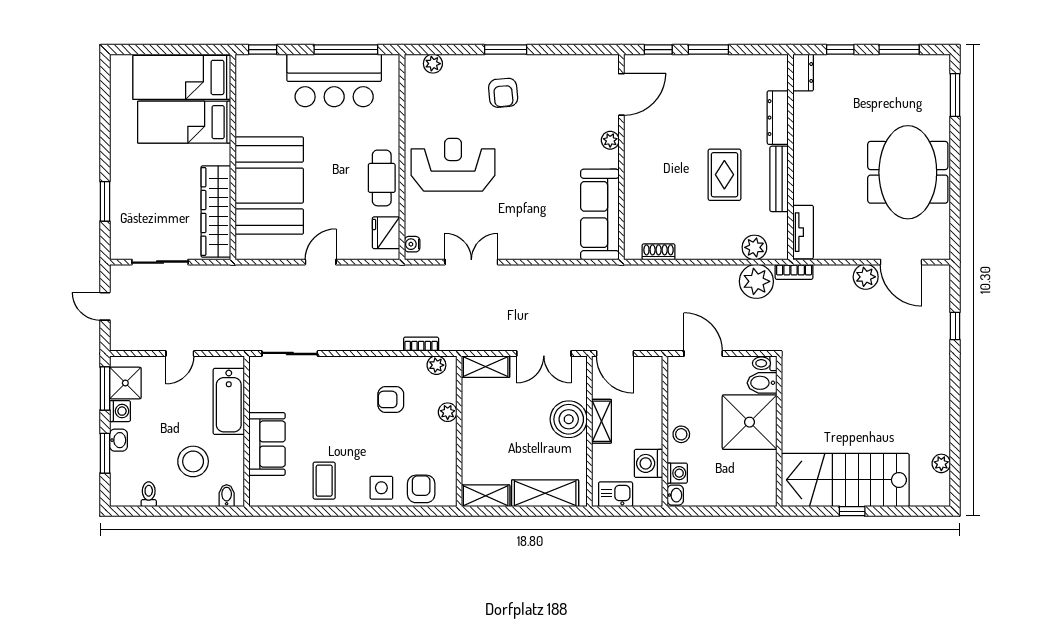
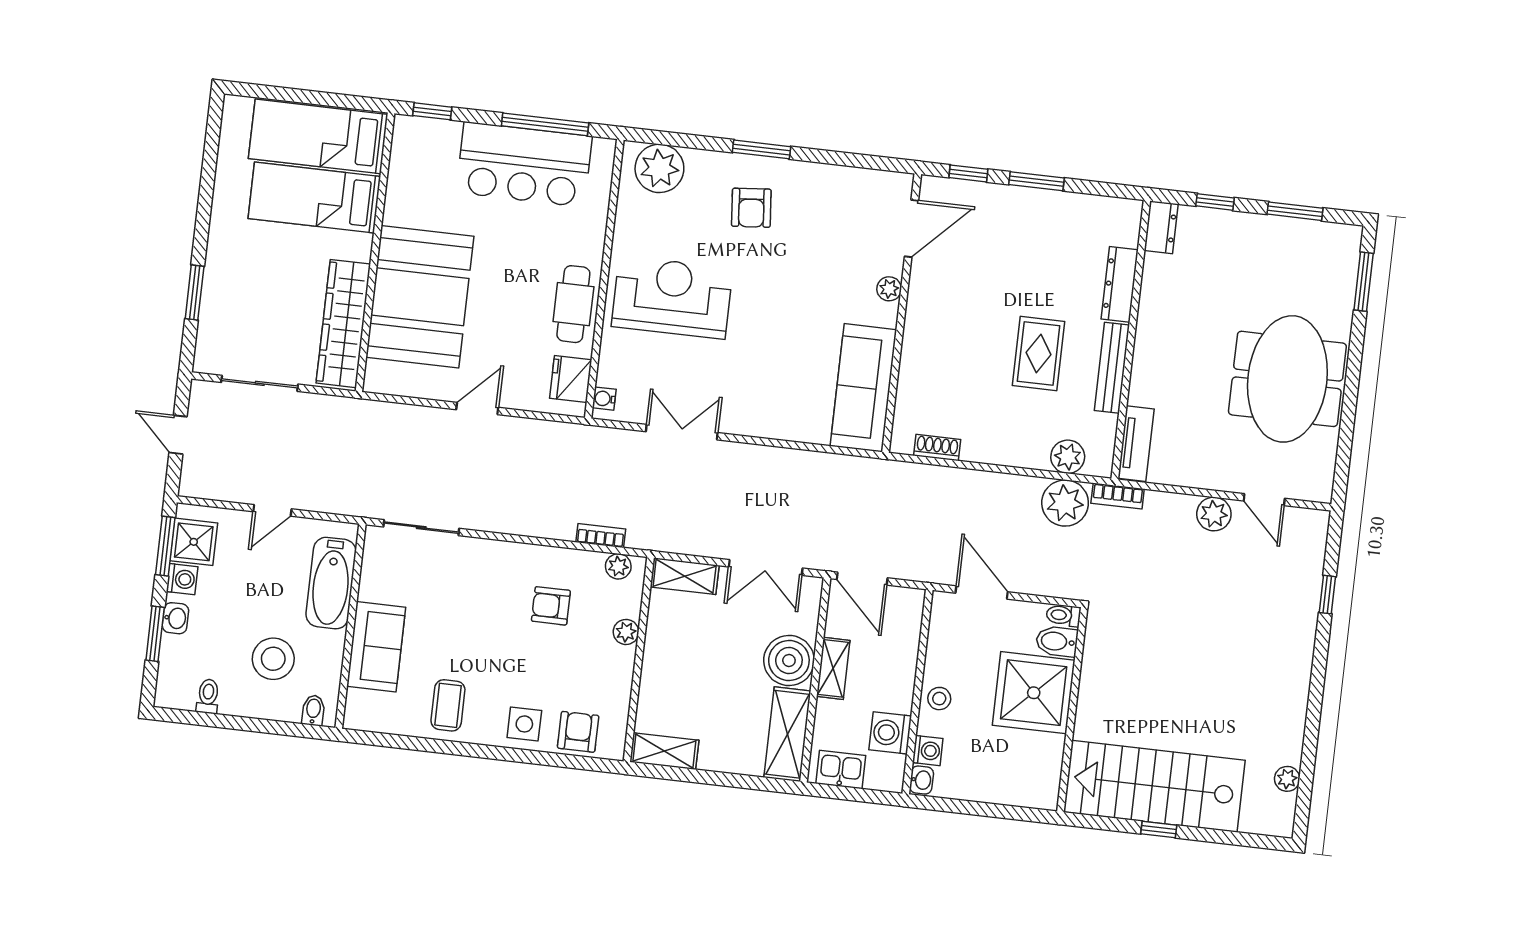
plant: (433, 64) -> (659, 168), width x1.88, depth x1.88
door: (901, 262) -> (1264, 500), width x0.73
shelving: (545, 493) -> (787, 734), moved, turned 90

